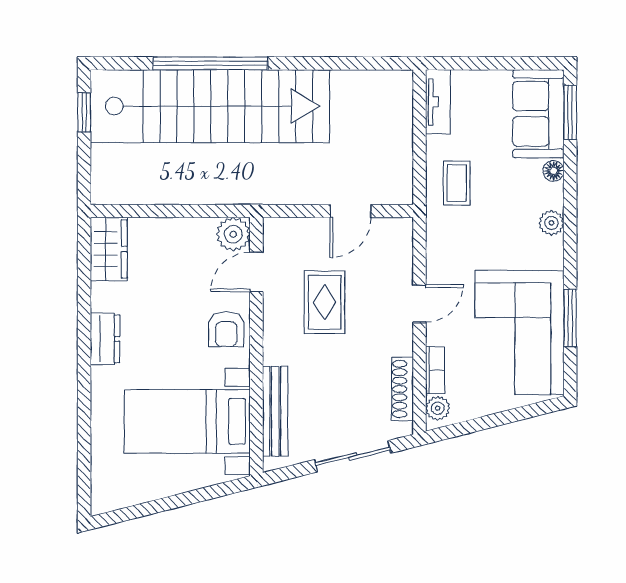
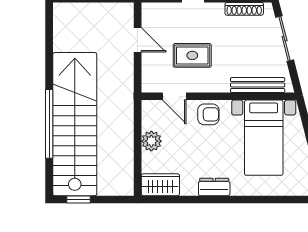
plant: (233, 234) -> (151, 141), moved

